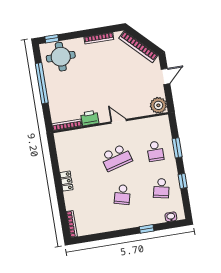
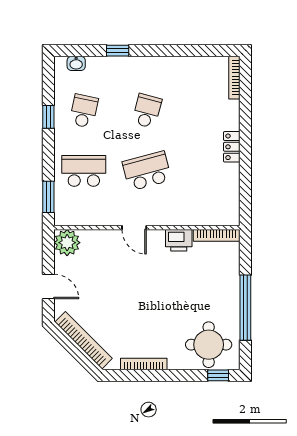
door: (165, 76) -> (48, 286), swing flipped
window: (177, 148) -> (48, 197), moved
school desk: (155, 151) -> (84, 171), width x1.85

